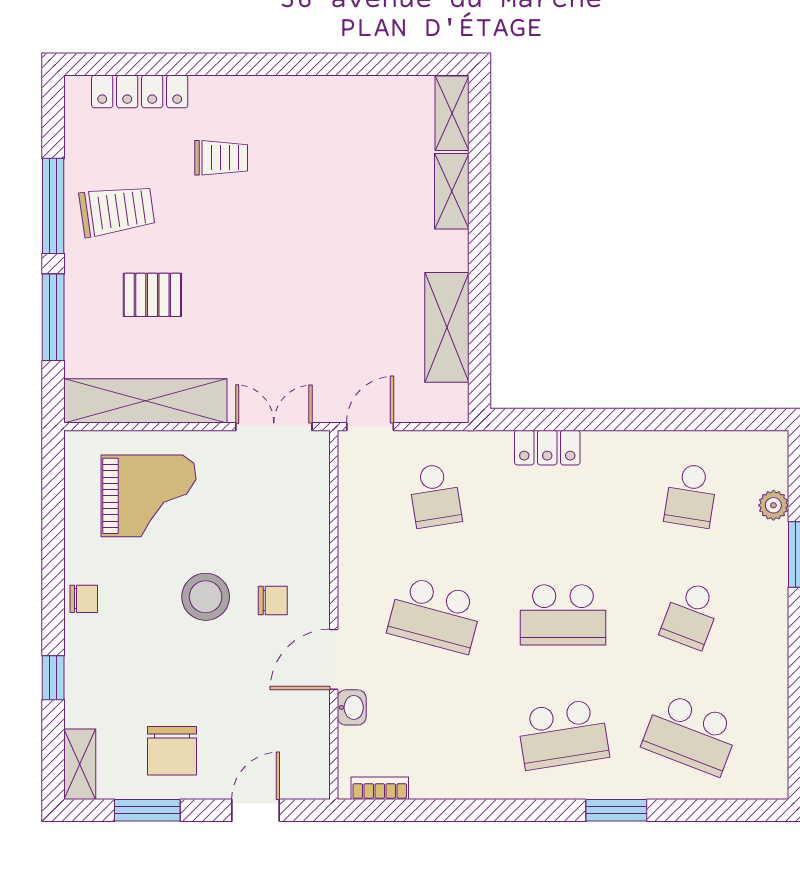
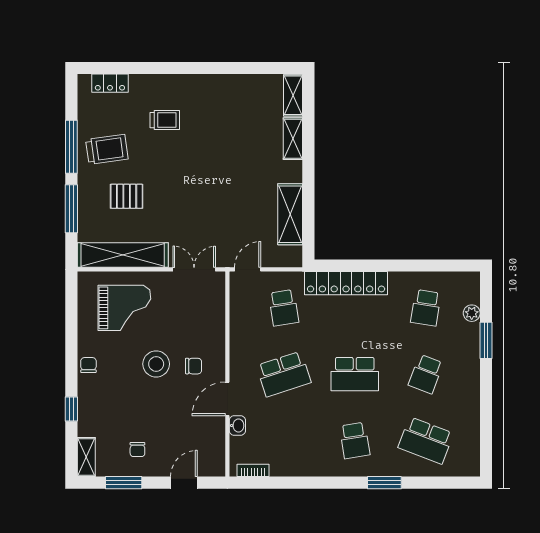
locker: (140, 91) -> (110, 83), width x0.66
locker: (547, 448) -> (346, 283), width x2.16, depth x1.21
chair: (84, 599) -> (88, 365), turned -90
school desk: (435, 615) -> (284, 374), turned -33
school desk: (563, 734) -> (355, 440), width x0.54
chair: (172, 751) -> (137, 450), width x0.54, depth x0.54

